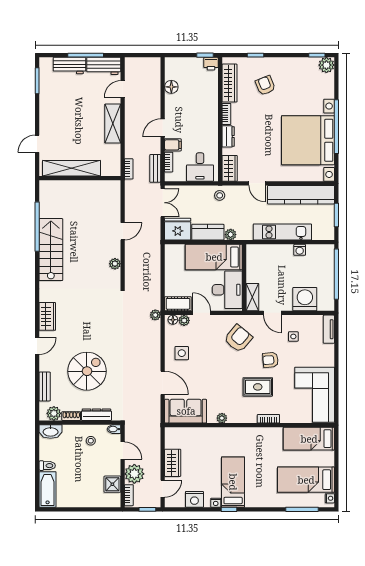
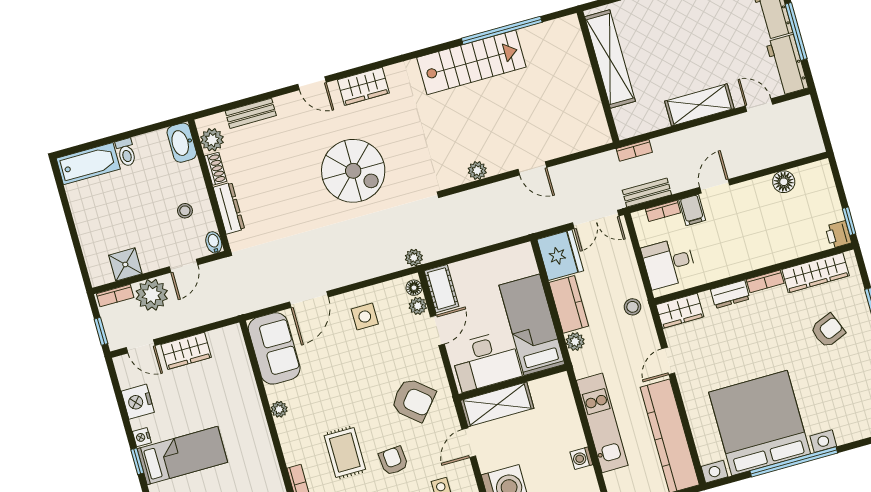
door: (163, 128) -> (715, 186), hinge flipped
shelving: (252, 297) -> (497, 404), width x1.50, depth x1.33
spiral stairs: (87, 371) -> (353, 171), moved

